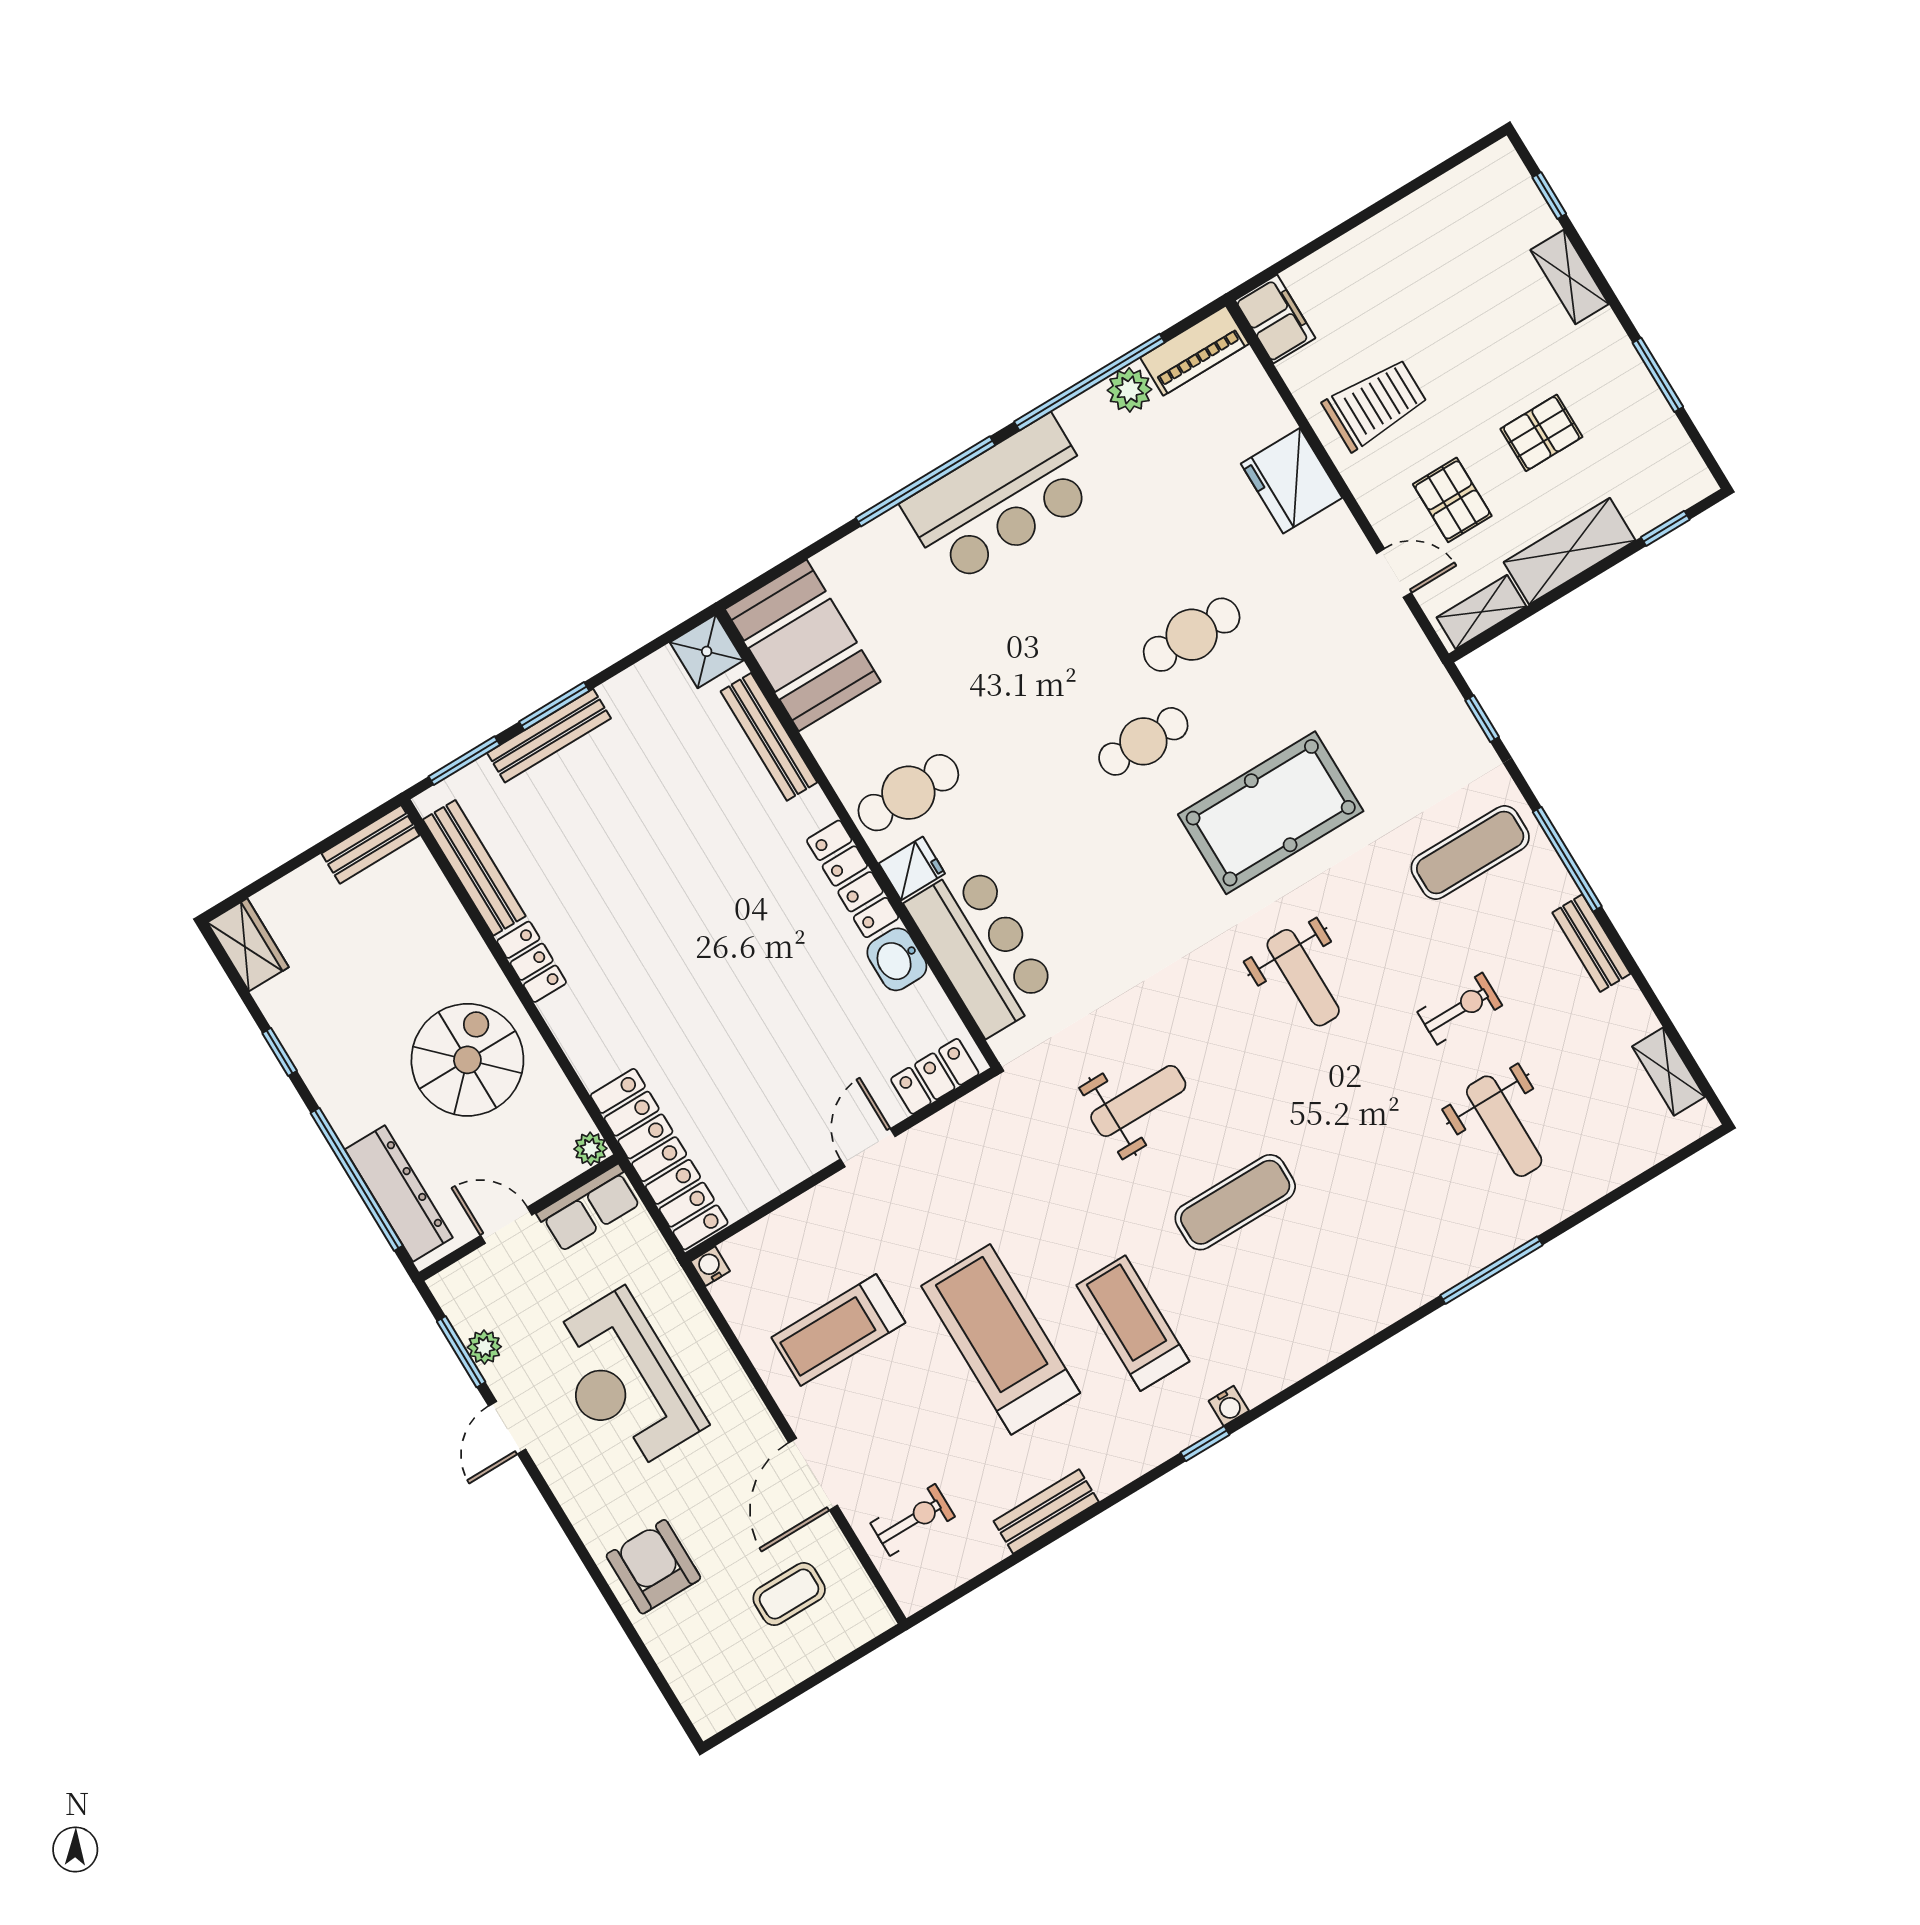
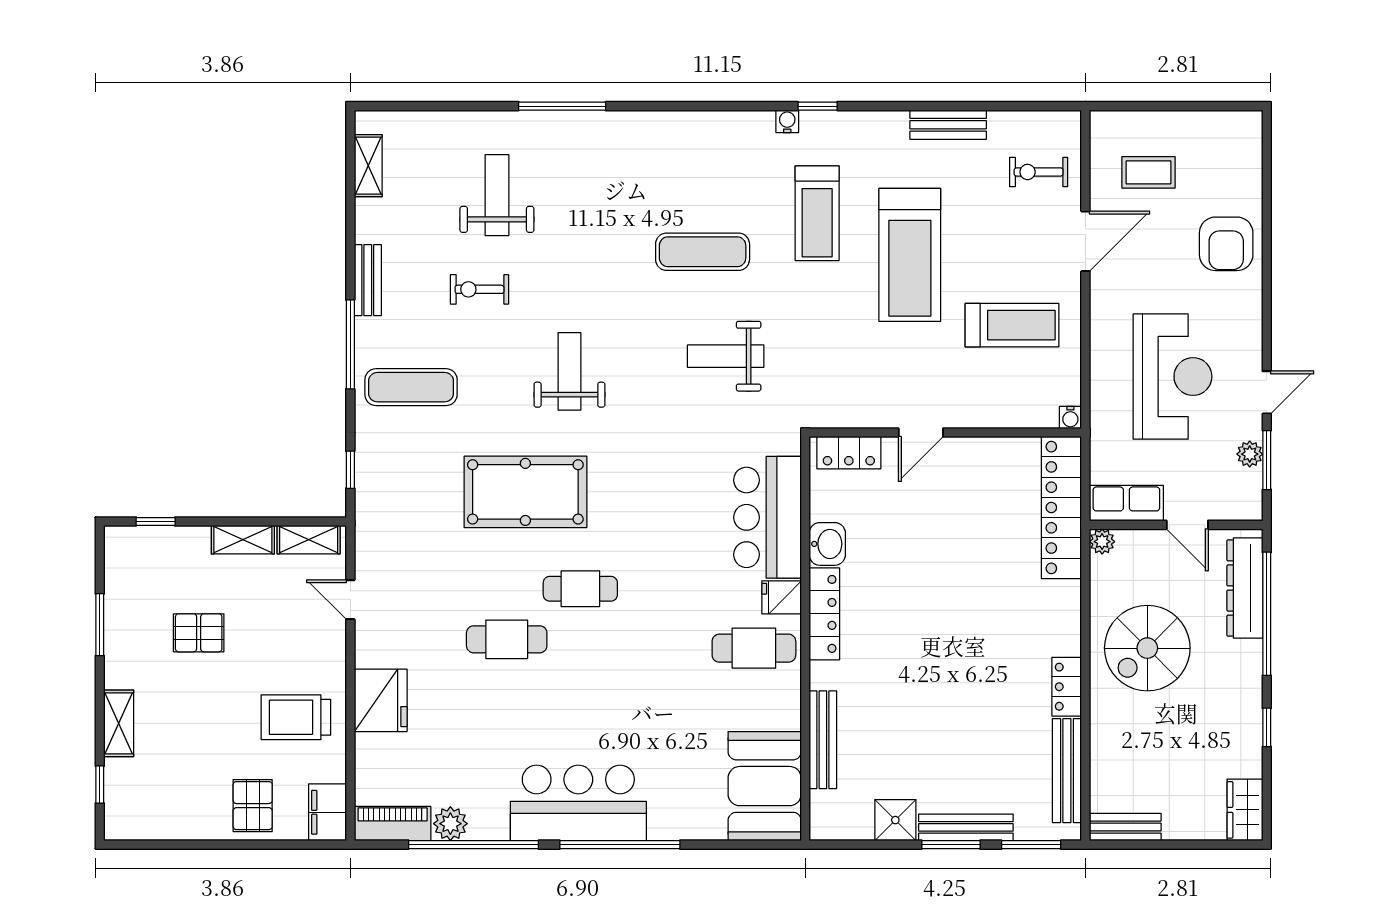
pallet: (1452, 500) -> (253, 806), moved
shelving: (1570, 551) -> (243, 540), width x0.67, depth x0.75
shower: (707, 651) -> (895, 820), moved

